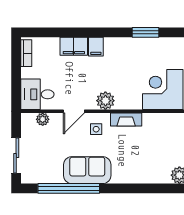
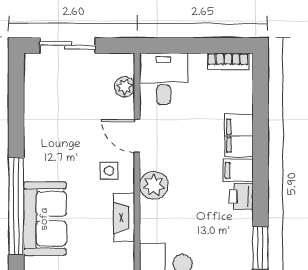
printer: (113, 45) -> (241, 196), added
sofa: (87, 170) -> (45, 219), moved
window: (69, 188) -> (16, 206), moved

